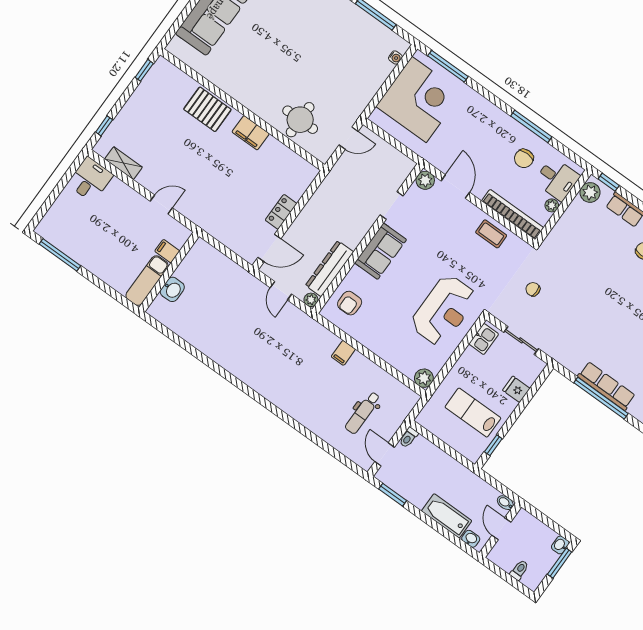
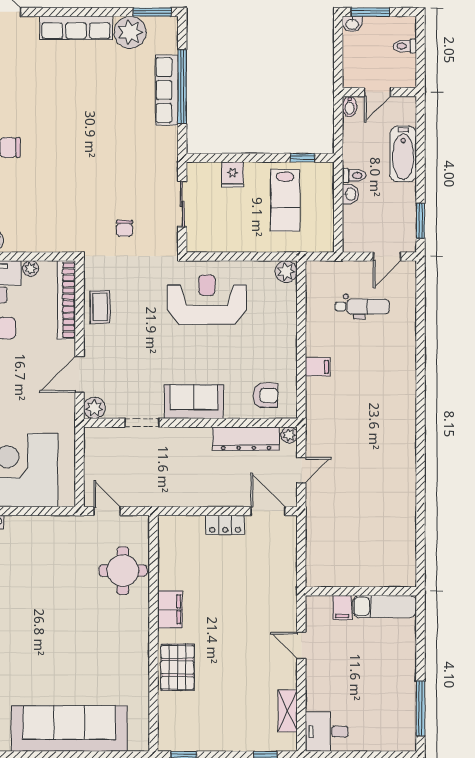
washbasin: (172, 289) -> (376, 576), removed
kitchen sink: (484, 339) -> (207, 241), removed
toilet: (408, 437) -> (354, 176), moved
washbasin: (471, 539) -> (350, 194), moved, turned 180

